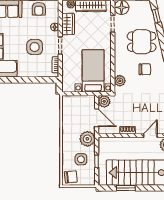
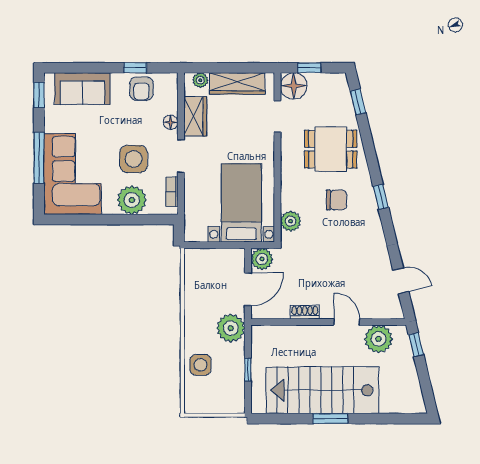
plant: (34, 69) -> (132, 200), added
door: (97, 118) -> (248, 289), hinge flipped
door: (150, 136) -> (347, 322), hinge flipped
side table: (81, 159) -> (200, 365), moved
chair: (71, 177) -> (200, 398), removed
window: (126, 188) -> (330, 419), moved

